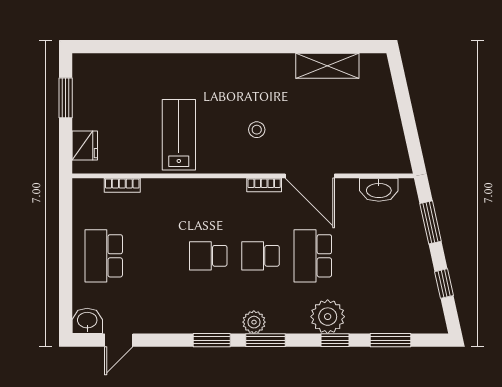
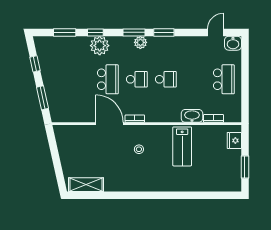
shelving: (327, 66) -> (86, 185), moved
washbasin: (379, 190) -> (192, 116), moved

